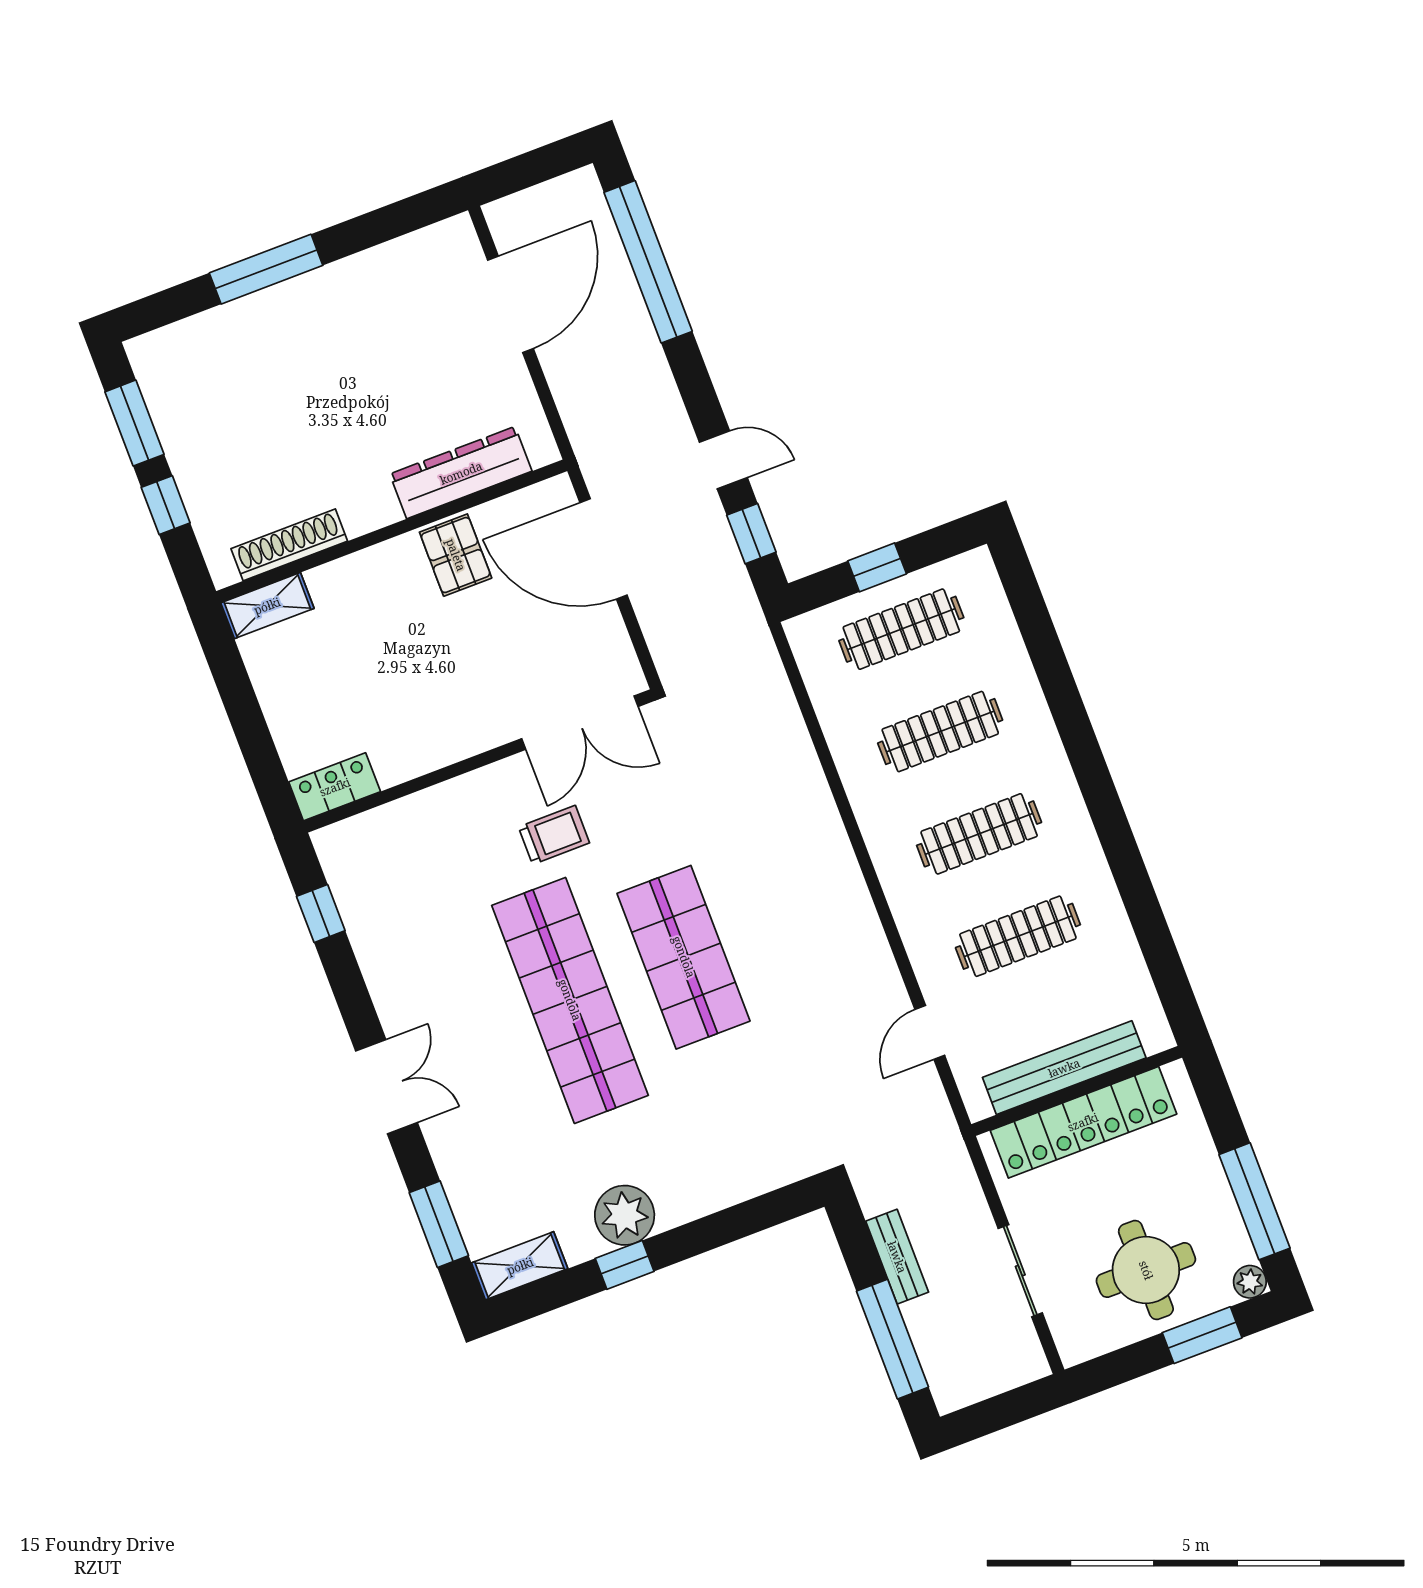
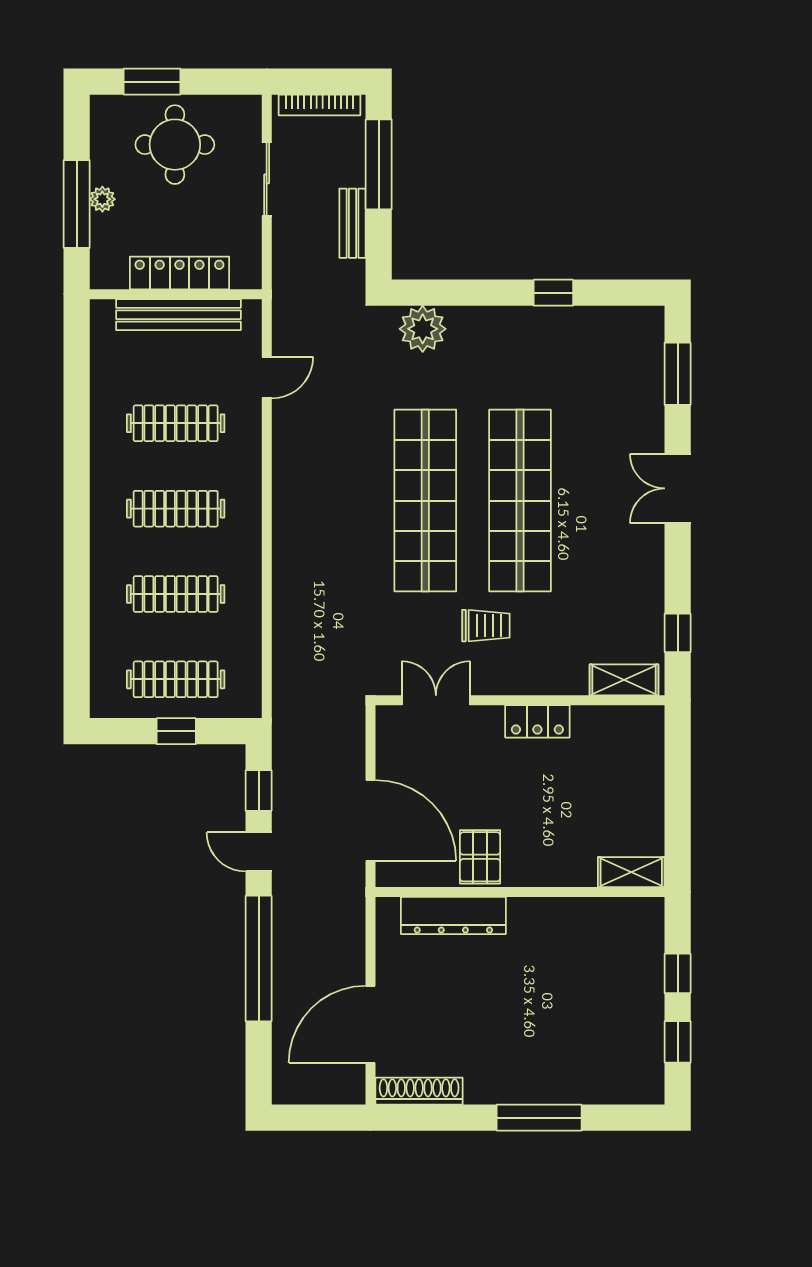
window: (648, 262) -> (259, 959), moved
window: (134, 423) -> (678, 1042), width x0.67
shoe rack: (289, 545) -> (419, 1091), moved, turned 180
double door: (580, 723) -> (436, 700), width x0.73
locker: (335, 787) -> (537, 721), moved
trolley: (554, 835) -> (486, 626), turned 180
shop shelf: (684, 957) -> (425, 501), width x1.40
locker: (1083, 1122) -> (179, 273), width x0.71, depth x0.83
window: (1255, 1201) -> (77, 204), moved
plant: (625, 1215) -> (423, 329), moved
shelving: (520, 1266) -> (624, 680), moved
plant: (1250, 1282) -> (102, 199), moved
bookcase: (990, 1383) -> (320, 105), added

